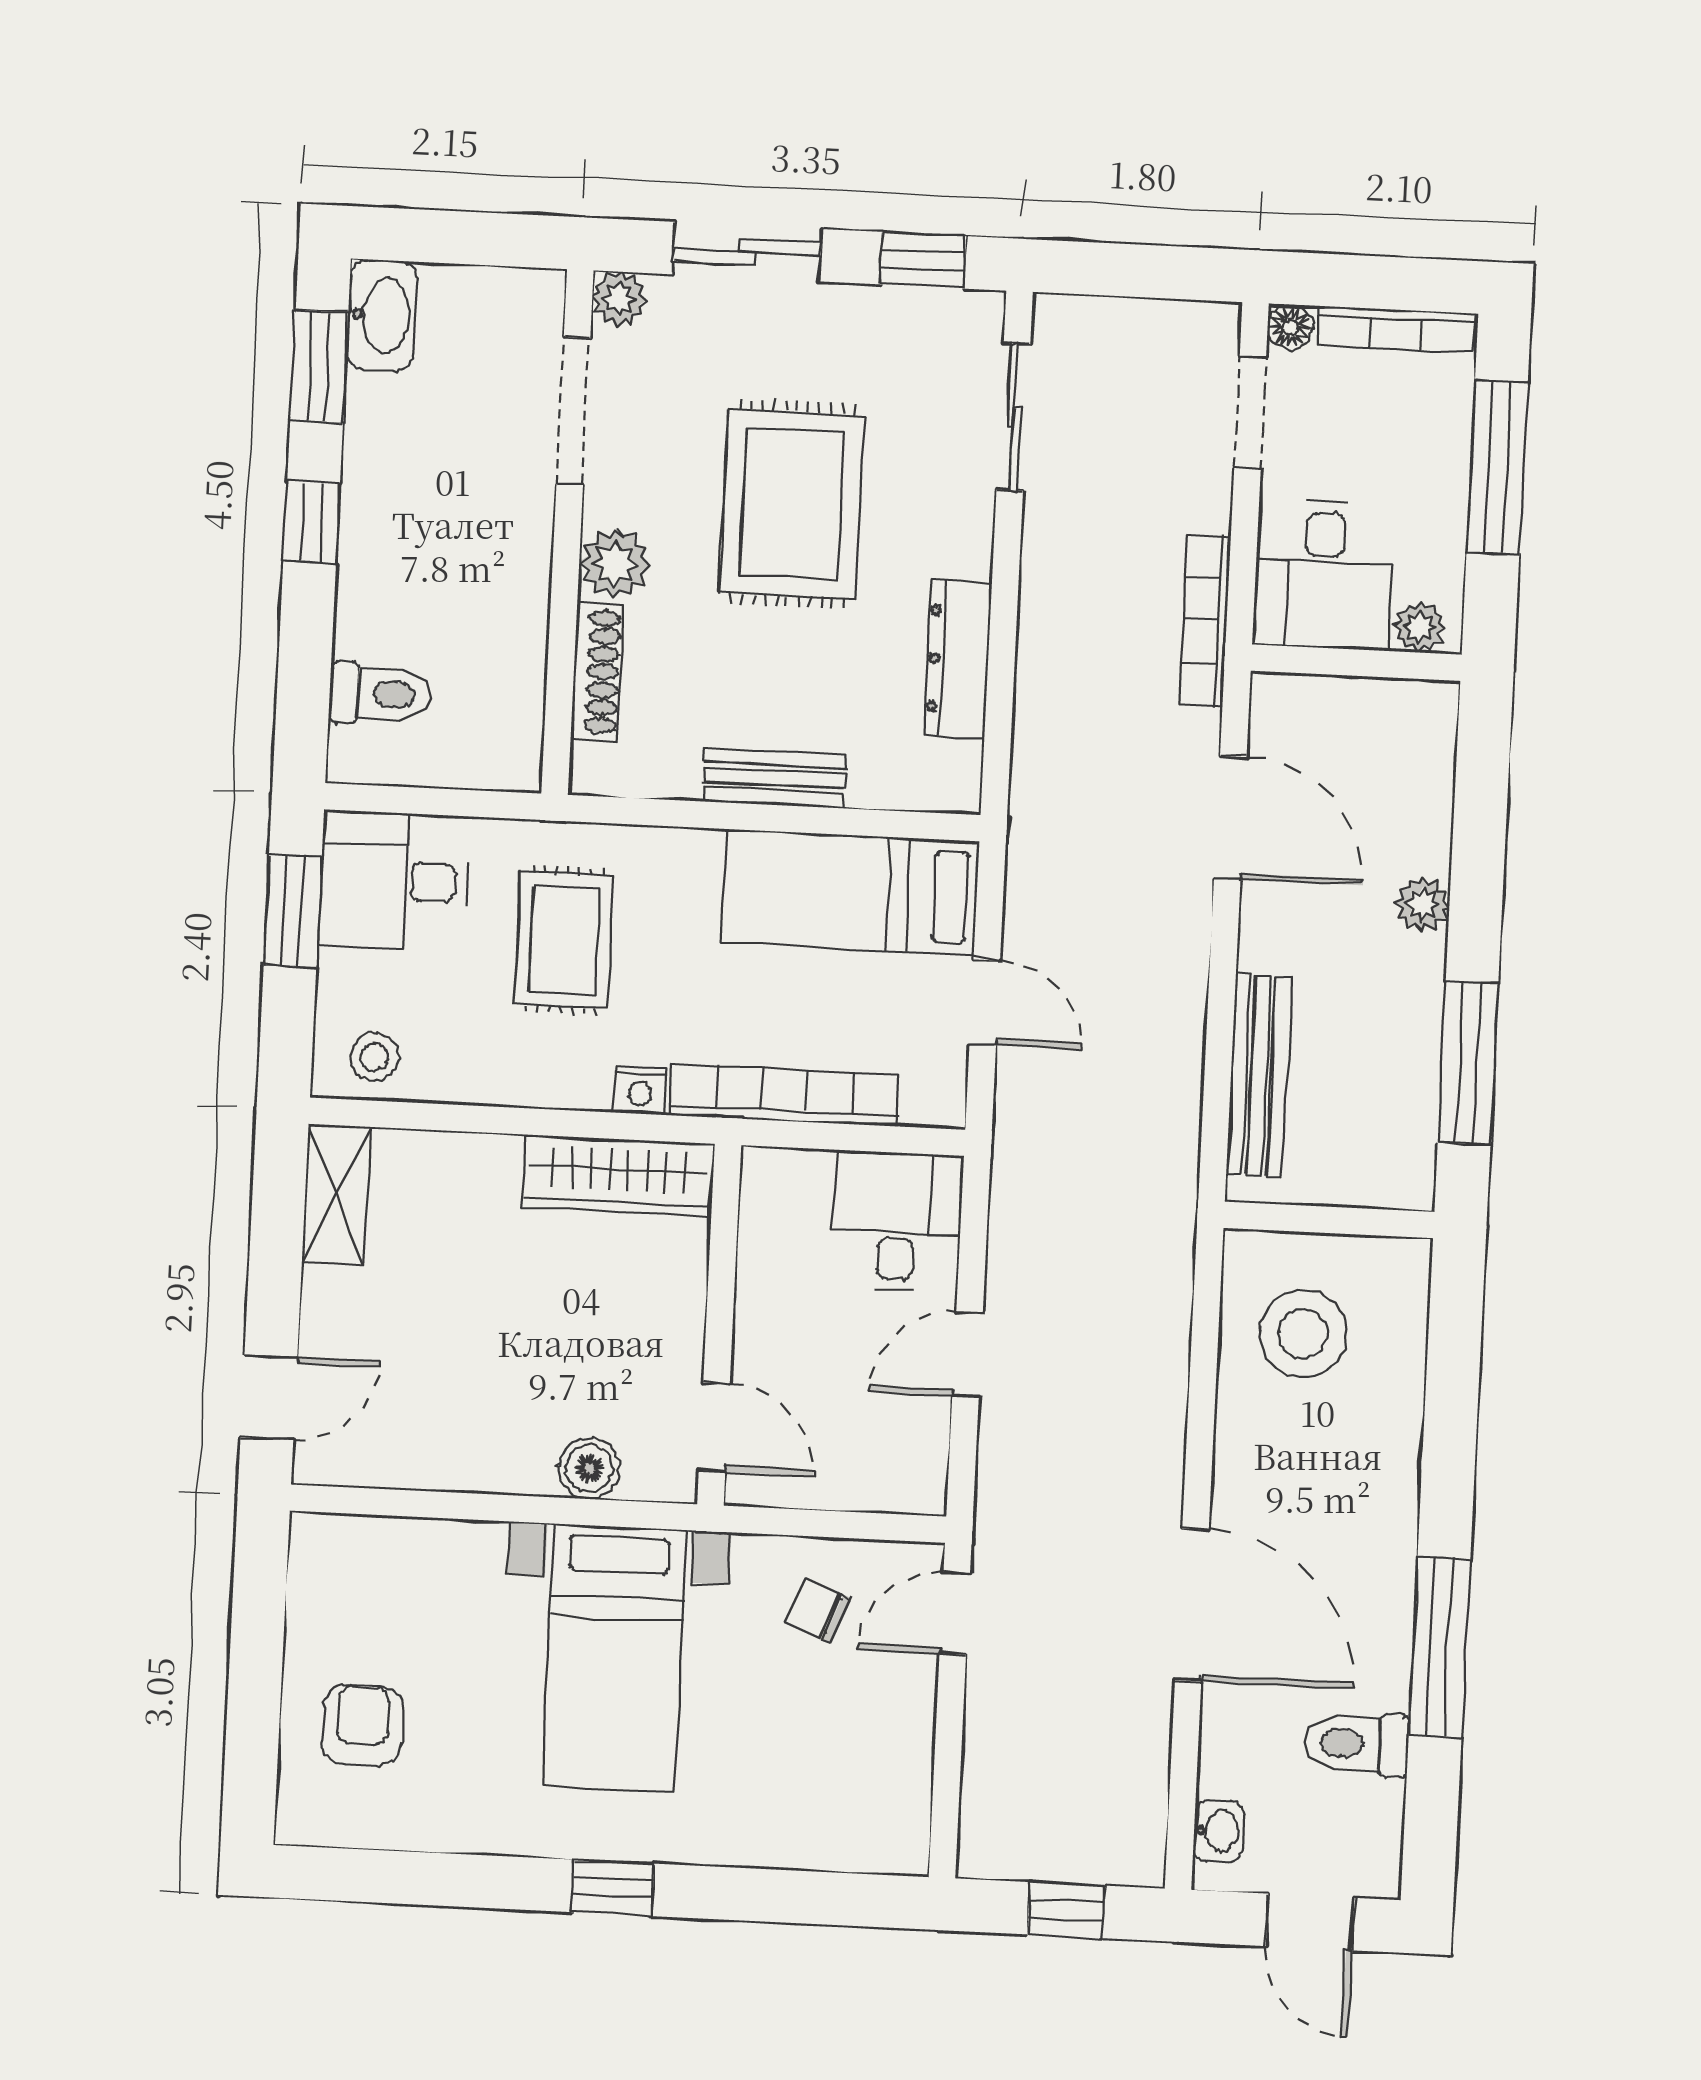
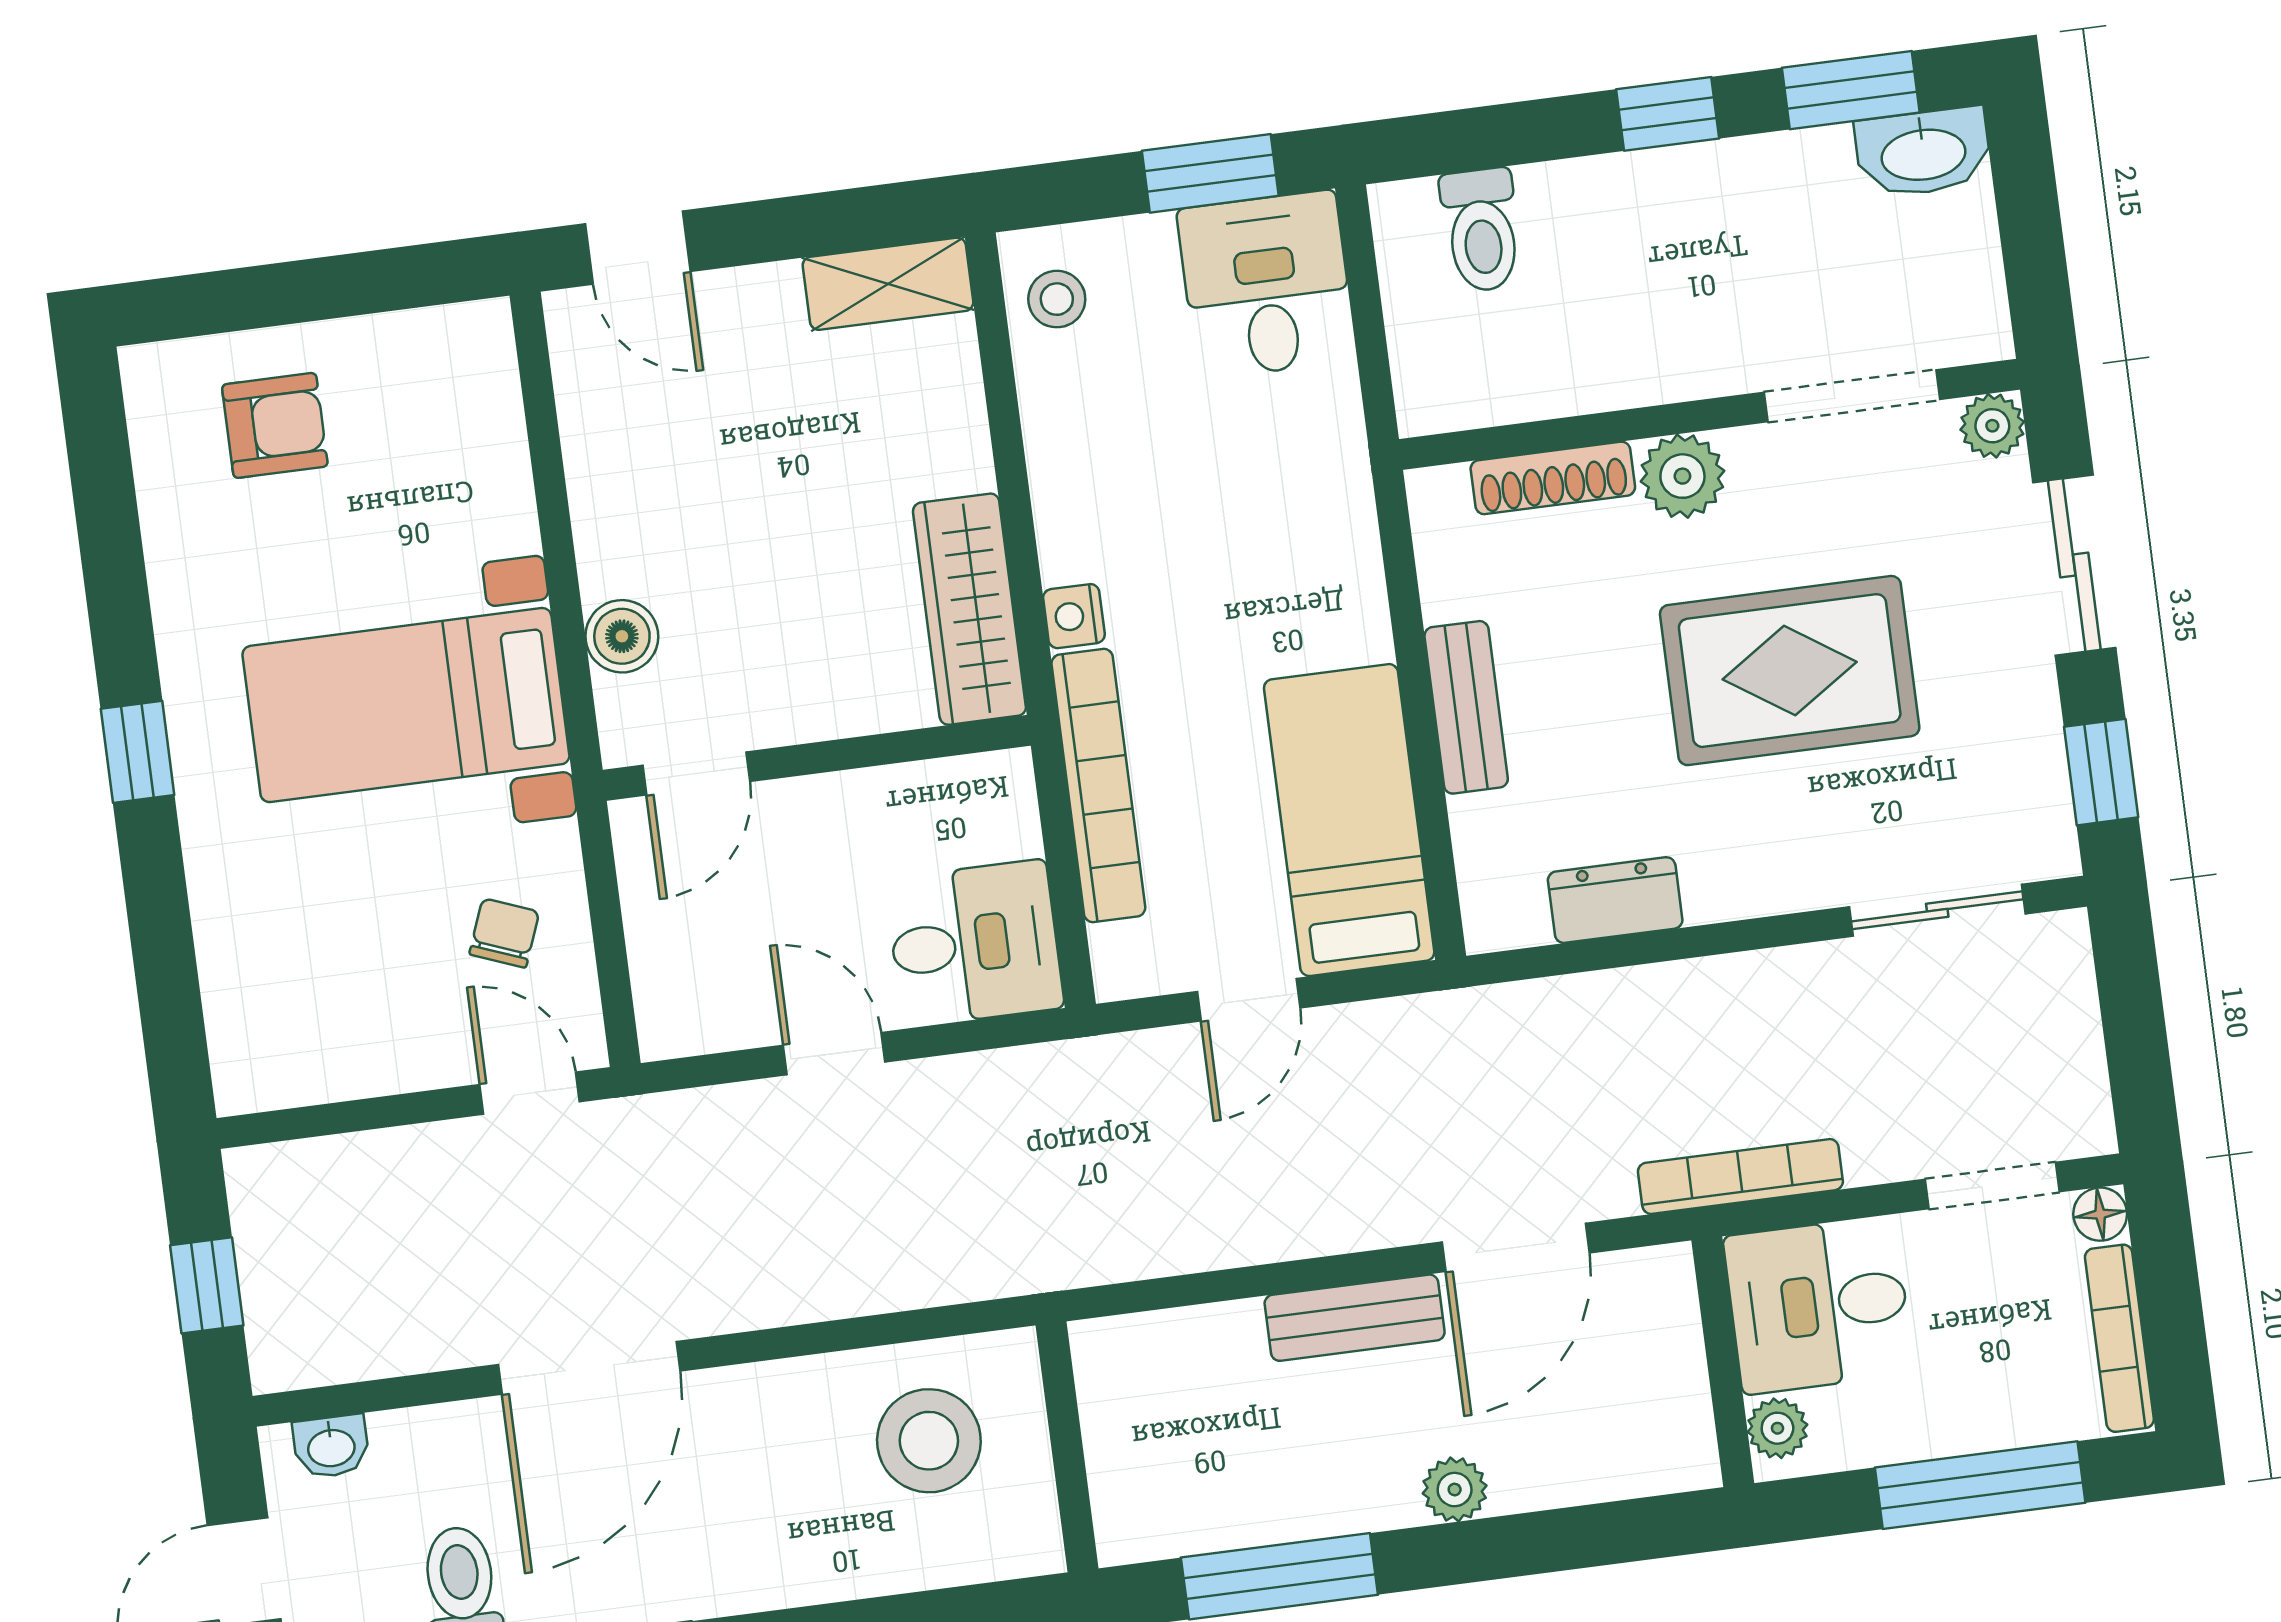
dresser: (958, 659) -> (1615, 900), width x0.70
rug: (564, 940) -> (1233, 496), removed
bench: (1259, 1075) -> (1355, 1318), moved, width x0.73

